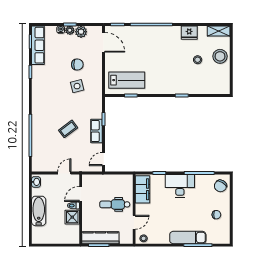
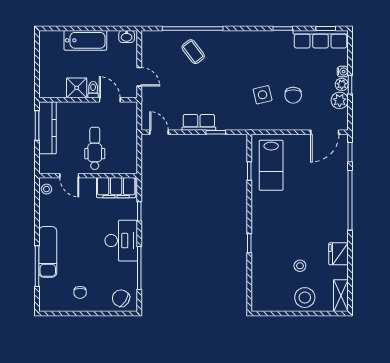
coffee table: (68, 129) -> (193, 52), moved

